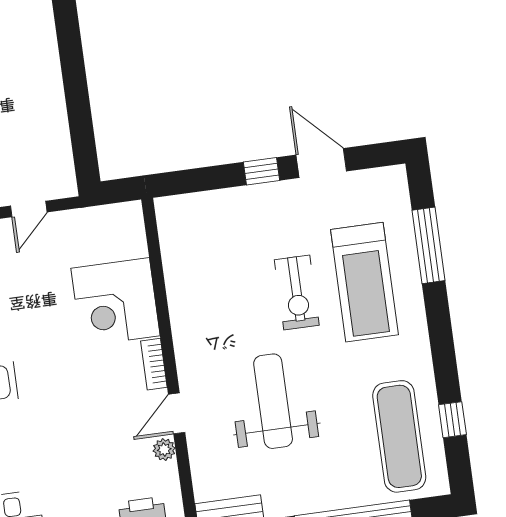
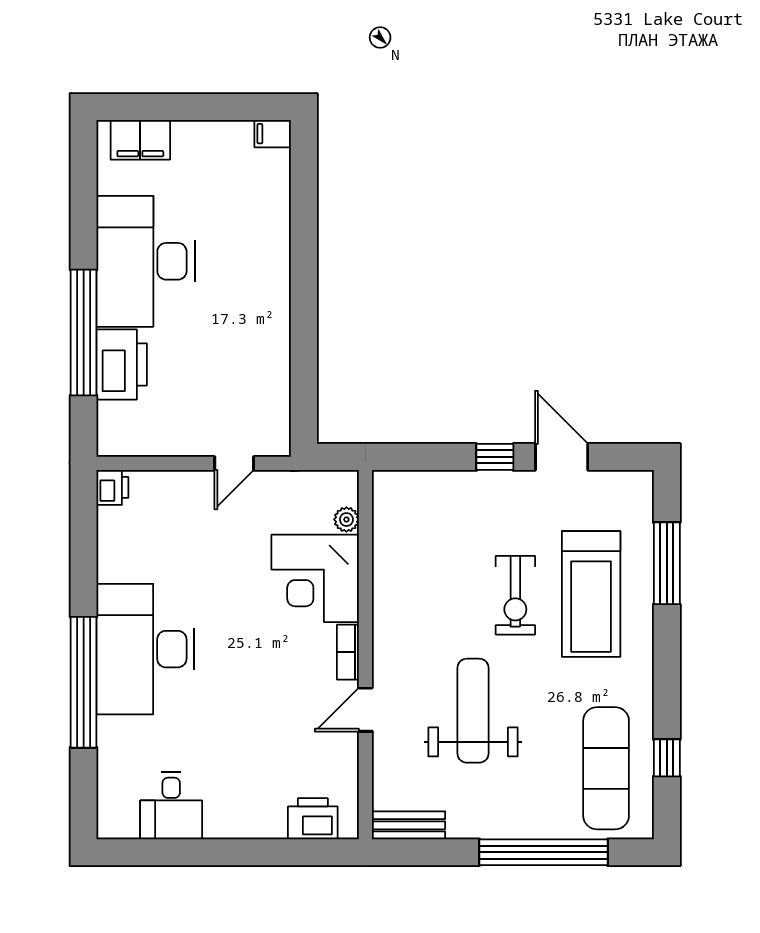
plant: (164, 450) -> (346, 519), moved

